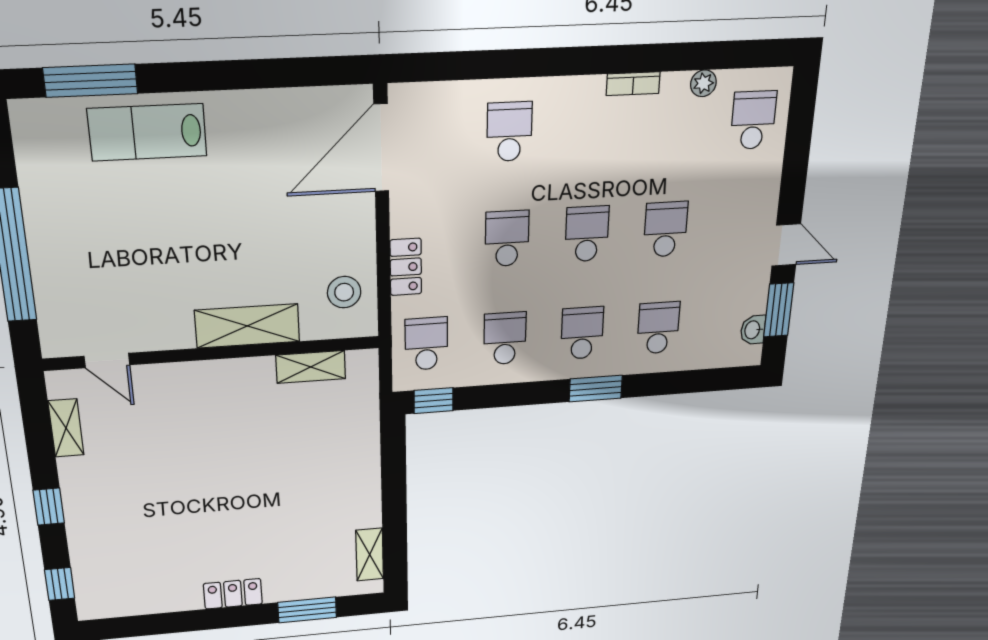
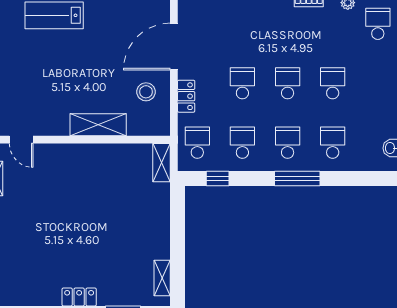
school desk: (509, 132) -> (242, 24), removed
door: (381, 148) -> (174, 47), moved
stool: (344, 292) -> (146, 92), moved
shelving: (311, 367) -> (161, 163), moved, turned 90
window: (596, 389) -> (297, 178), width x1.44
window: (434, 401) -> (218, 178), moved

